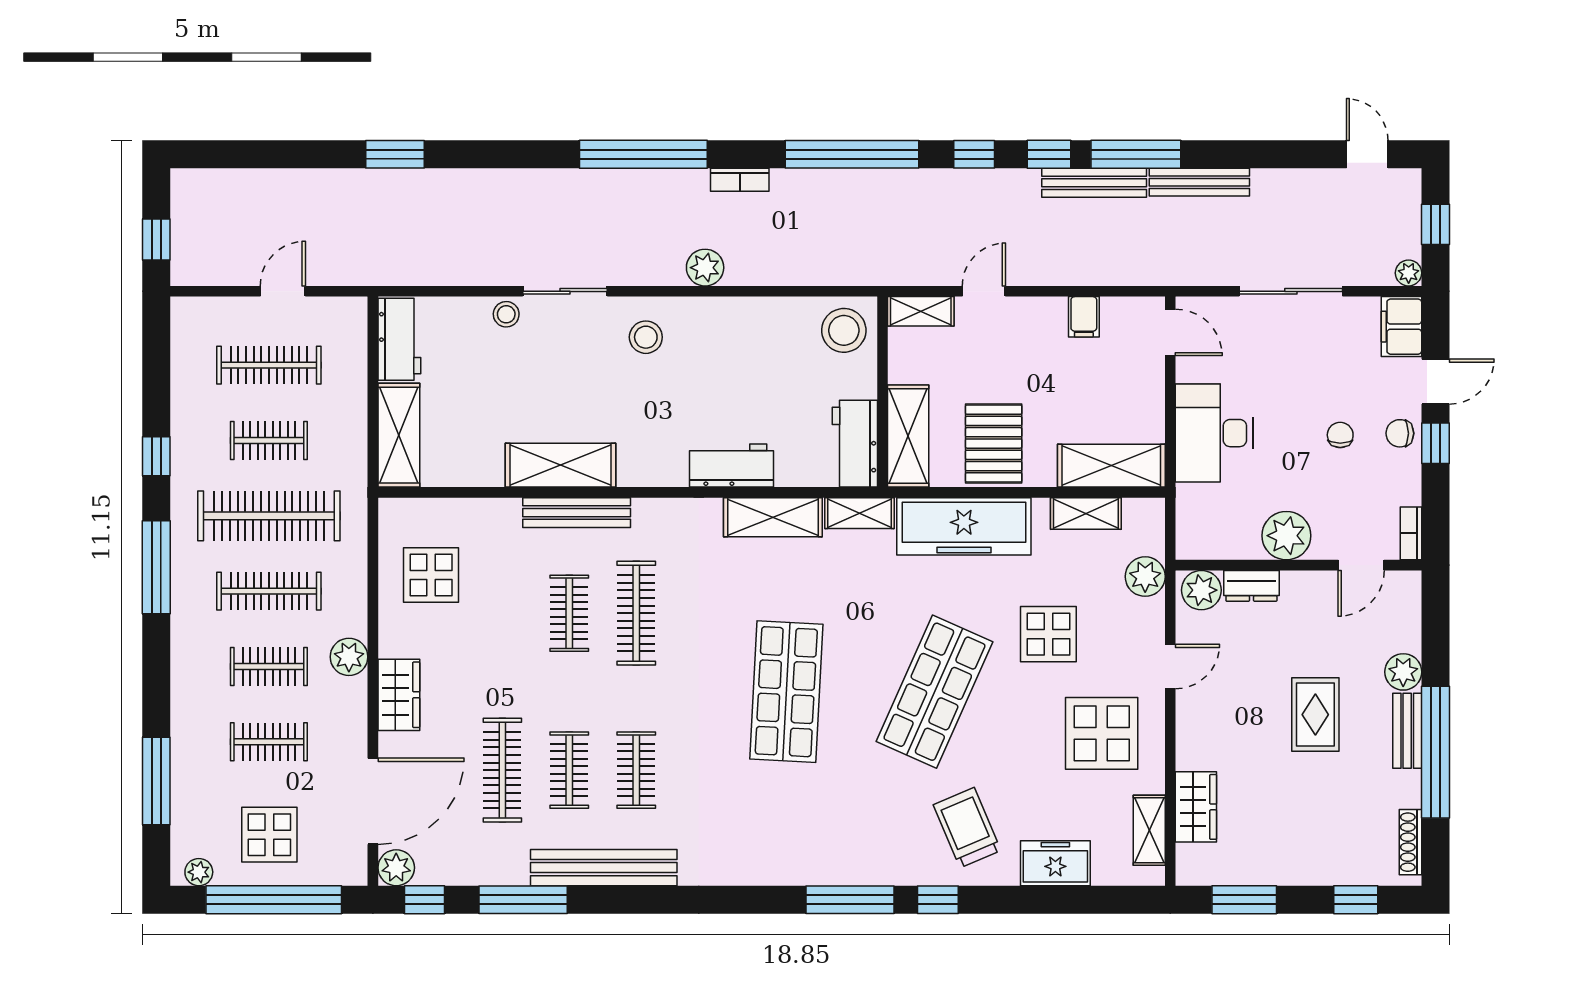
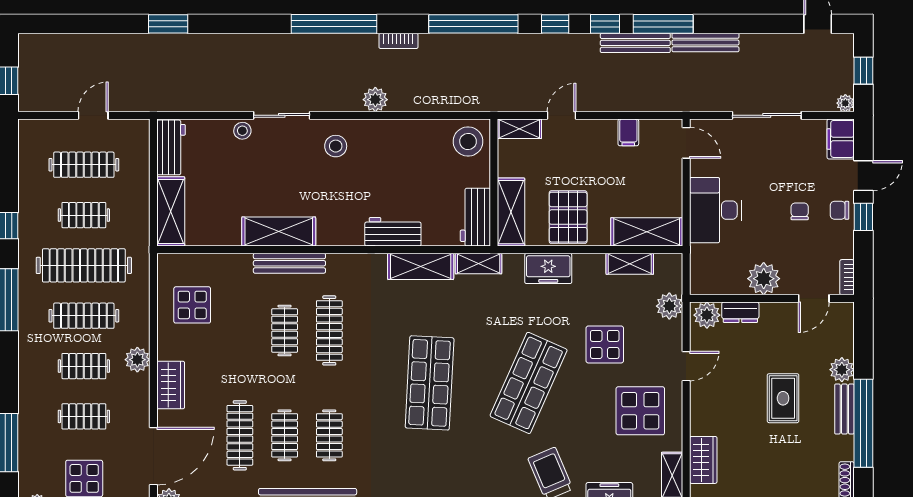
freezer: (964, 526) -> (548, 268), width x0.52, depth x0.79

